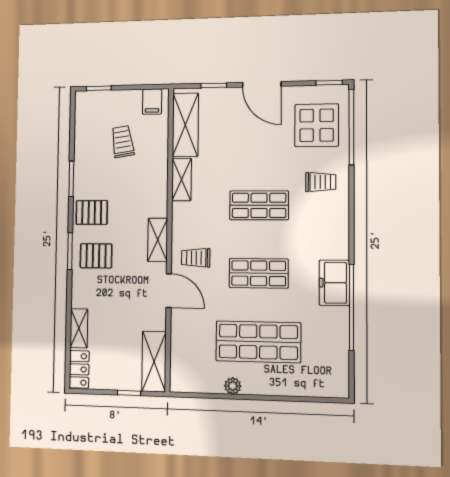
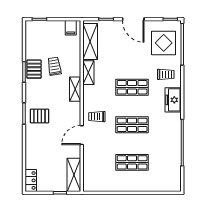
trolley: (123, 142) -> (54, 66), moved
pallet: (92, 212) -> (34, 69), moved, turned 90
shelving: (158, 240) -> (75, 89), moved
freezer: (334, 283) -> (173, 100), moved
door: (169, 291) -> (82, 135), swing flipped
shelving: (79, 328) -> (30, 157), removed
shop shelf: (258, 342) -> (132, 162), width x0.70, depth x0.74
plant: (233, 386) -> (118, 187), removed

